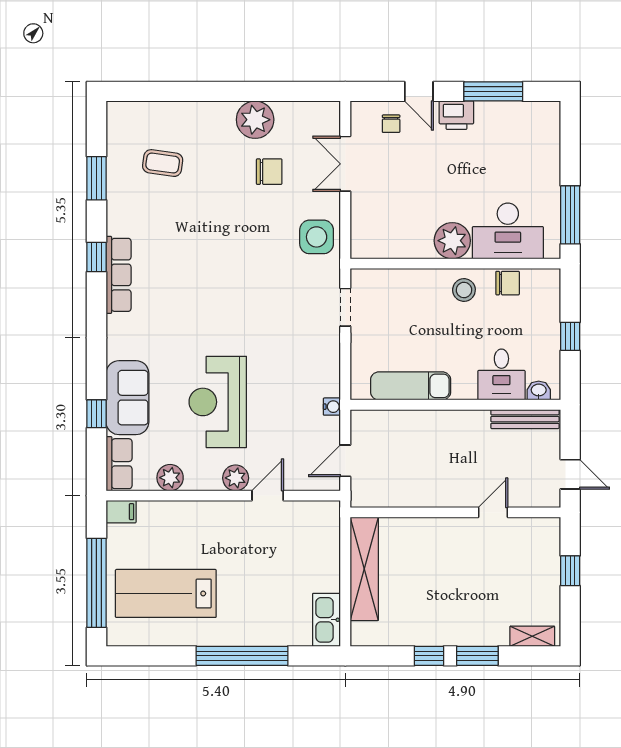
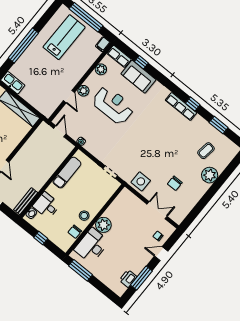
printer: (456, 115) -> (128, 278), moved
plant: (255, 120) -> (210, 175), moved

